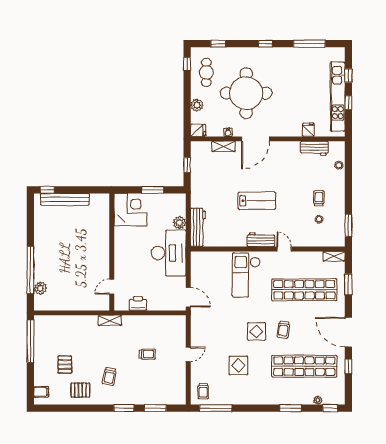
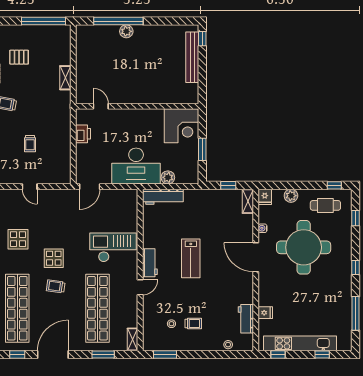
window: (348, 103) -> (278, 355), moved
shelving: (224, 146) -> (248, 201), moved
plant: (40, 288) -> (126, 31), moved
shelving: (110, 320) -> (65, 78), moved

